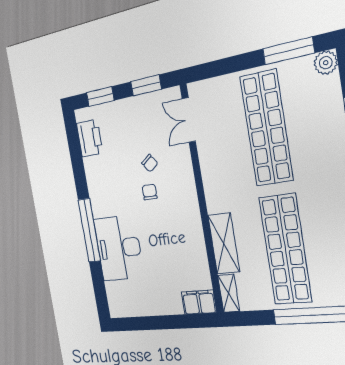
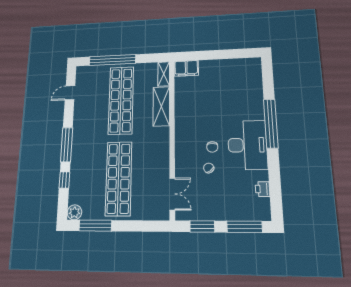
window: (100, 97) -> (245, 227), width x1.44
printer: (90, 138) -> (263, 189), width x0.53, depth x0.68
desk: (119, 248) -> (247, 145), moved

